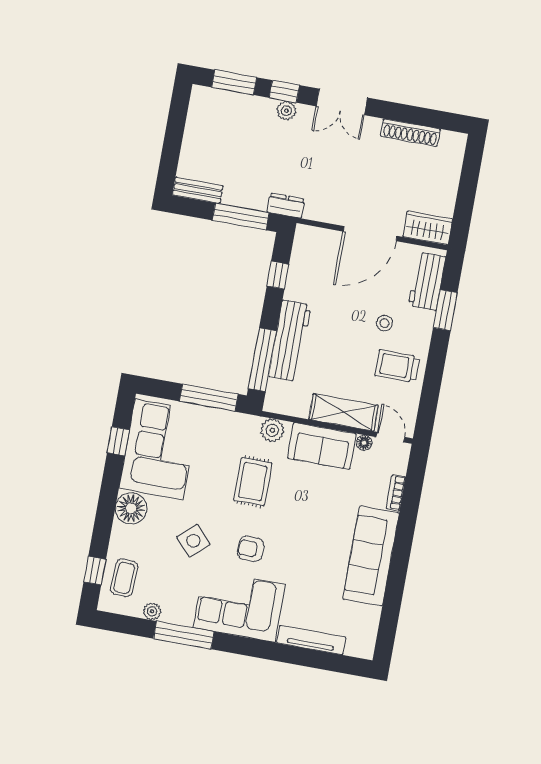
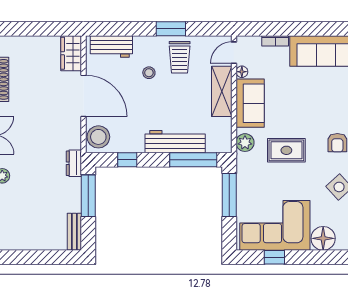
stool: (314, 243) -> (98, 137), added
window: (445, 310) -> (171, 29), moved

